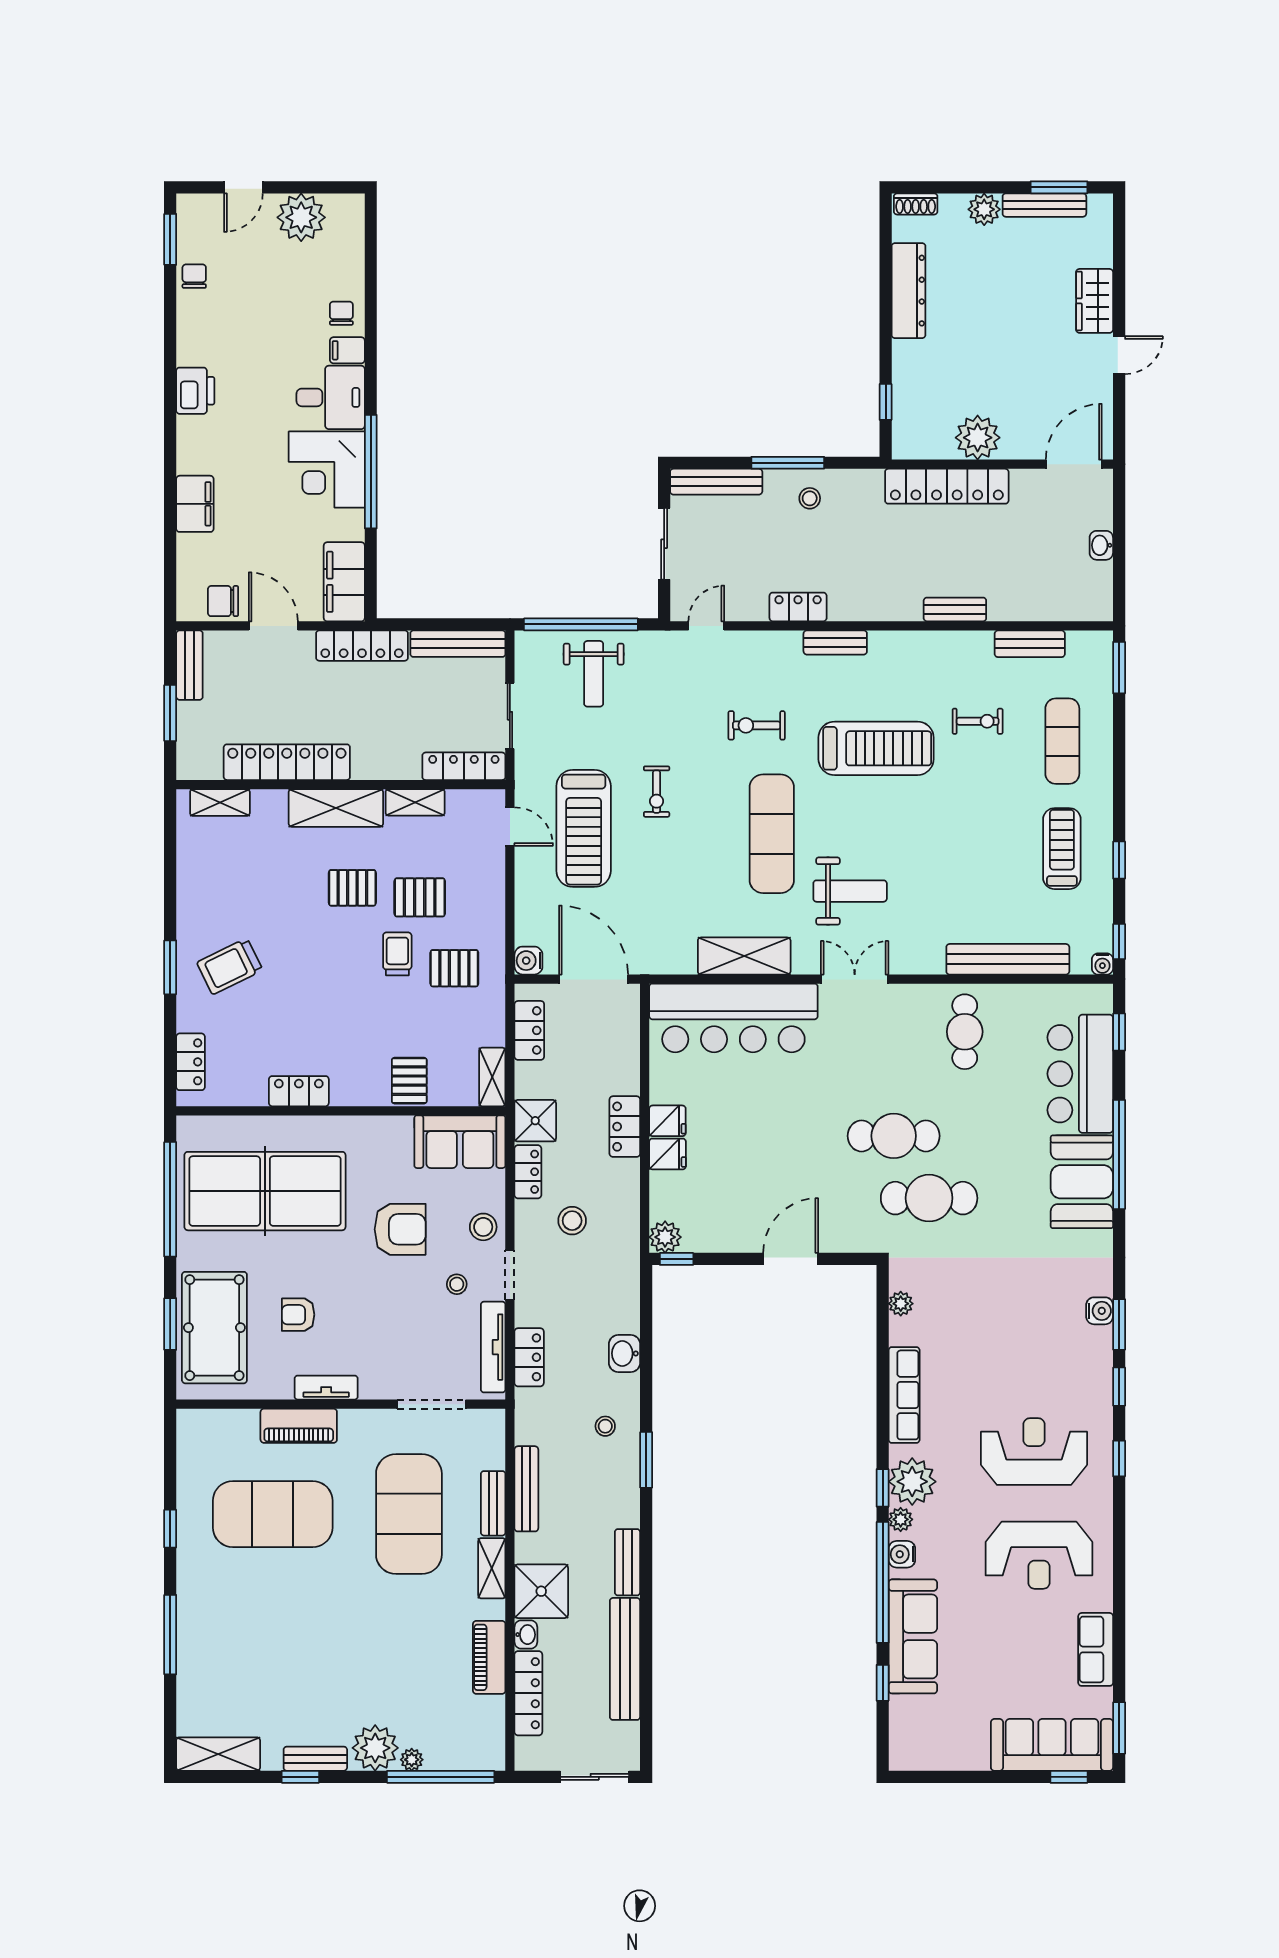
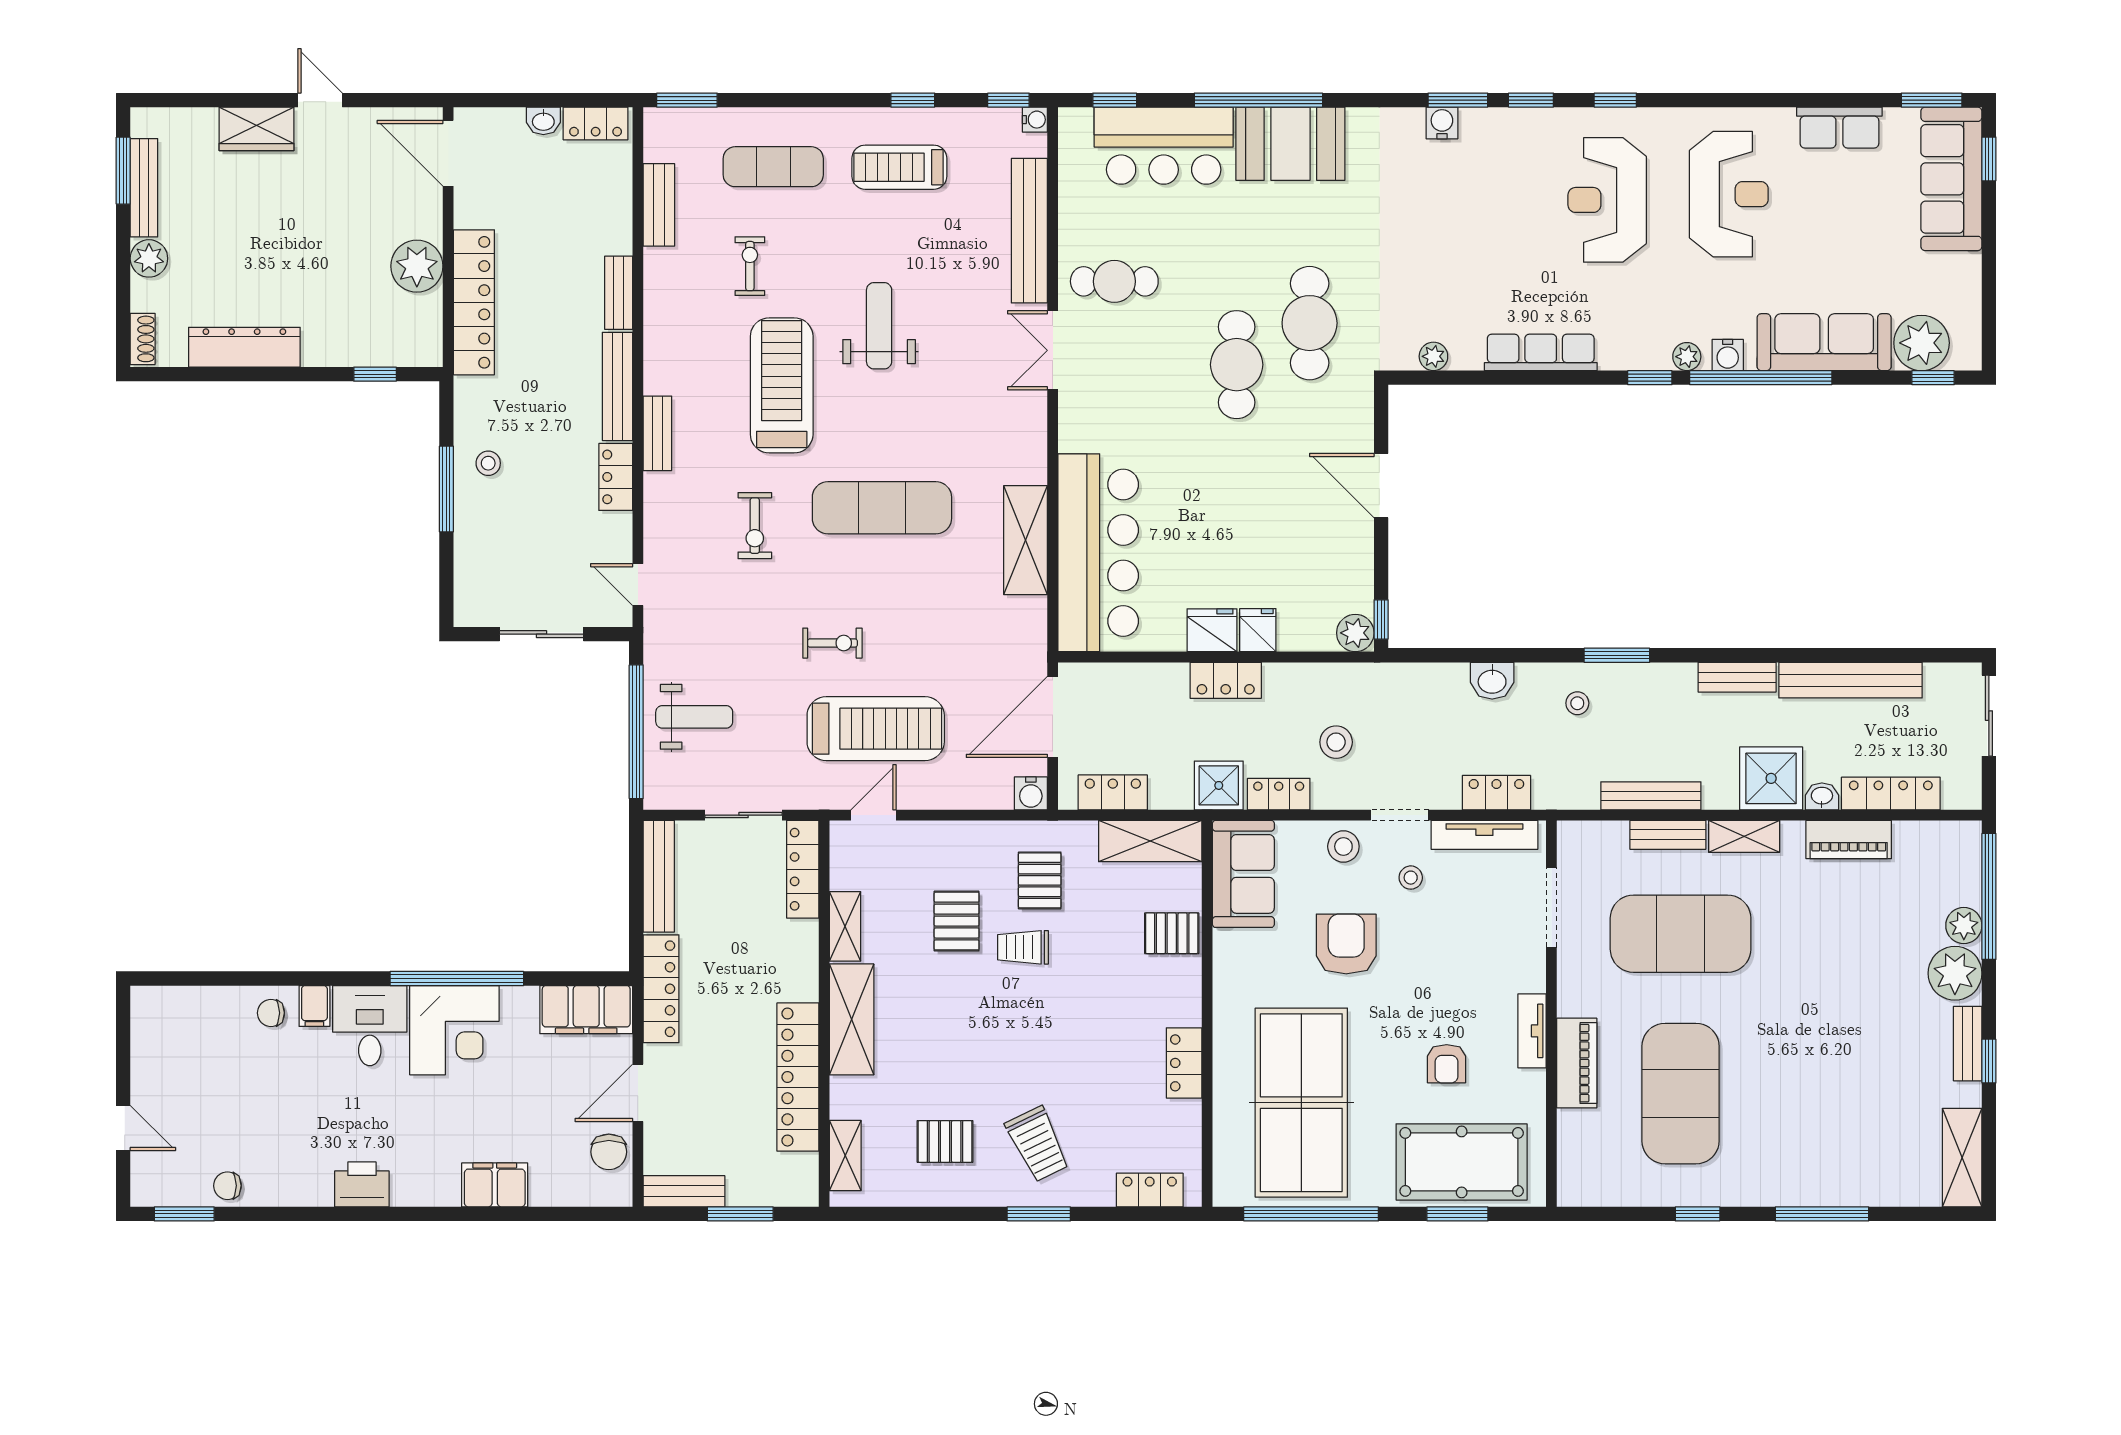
plant: (301, 217) -> (158, 1060), removed
bench: (716, 482) -> (617, 386), moved
locker: (1099, 590) -> (596, 123), added
pallet: (352, 888) -> (945, 1141), moved, turned 90
weight bench: (850, 891) -> (879, 326), moved
double door: (855, 979) -> (1053, 350), moved
shelving: (492, 1077) -> (1150, 841), width x1.50, depth x1.33
fridge: (667, 1121) -> (1212, 630), width x1.38
plant: (912, 1482) -> (1922, 343), moved
window: (883, 1683) -> (1933, 378), moved
plant: (412, 1760) -> (1964, 925), width x1.38, depth x1.38

